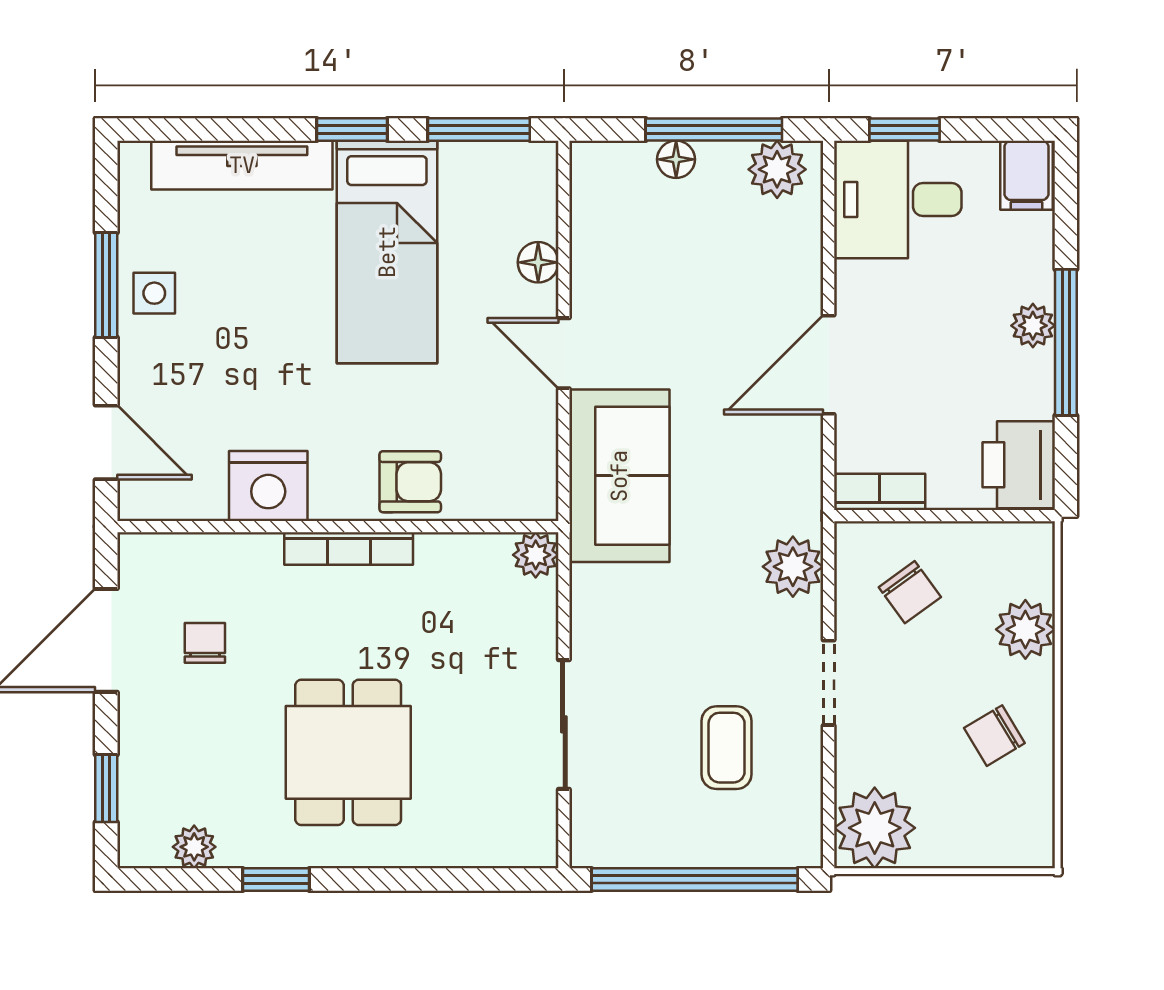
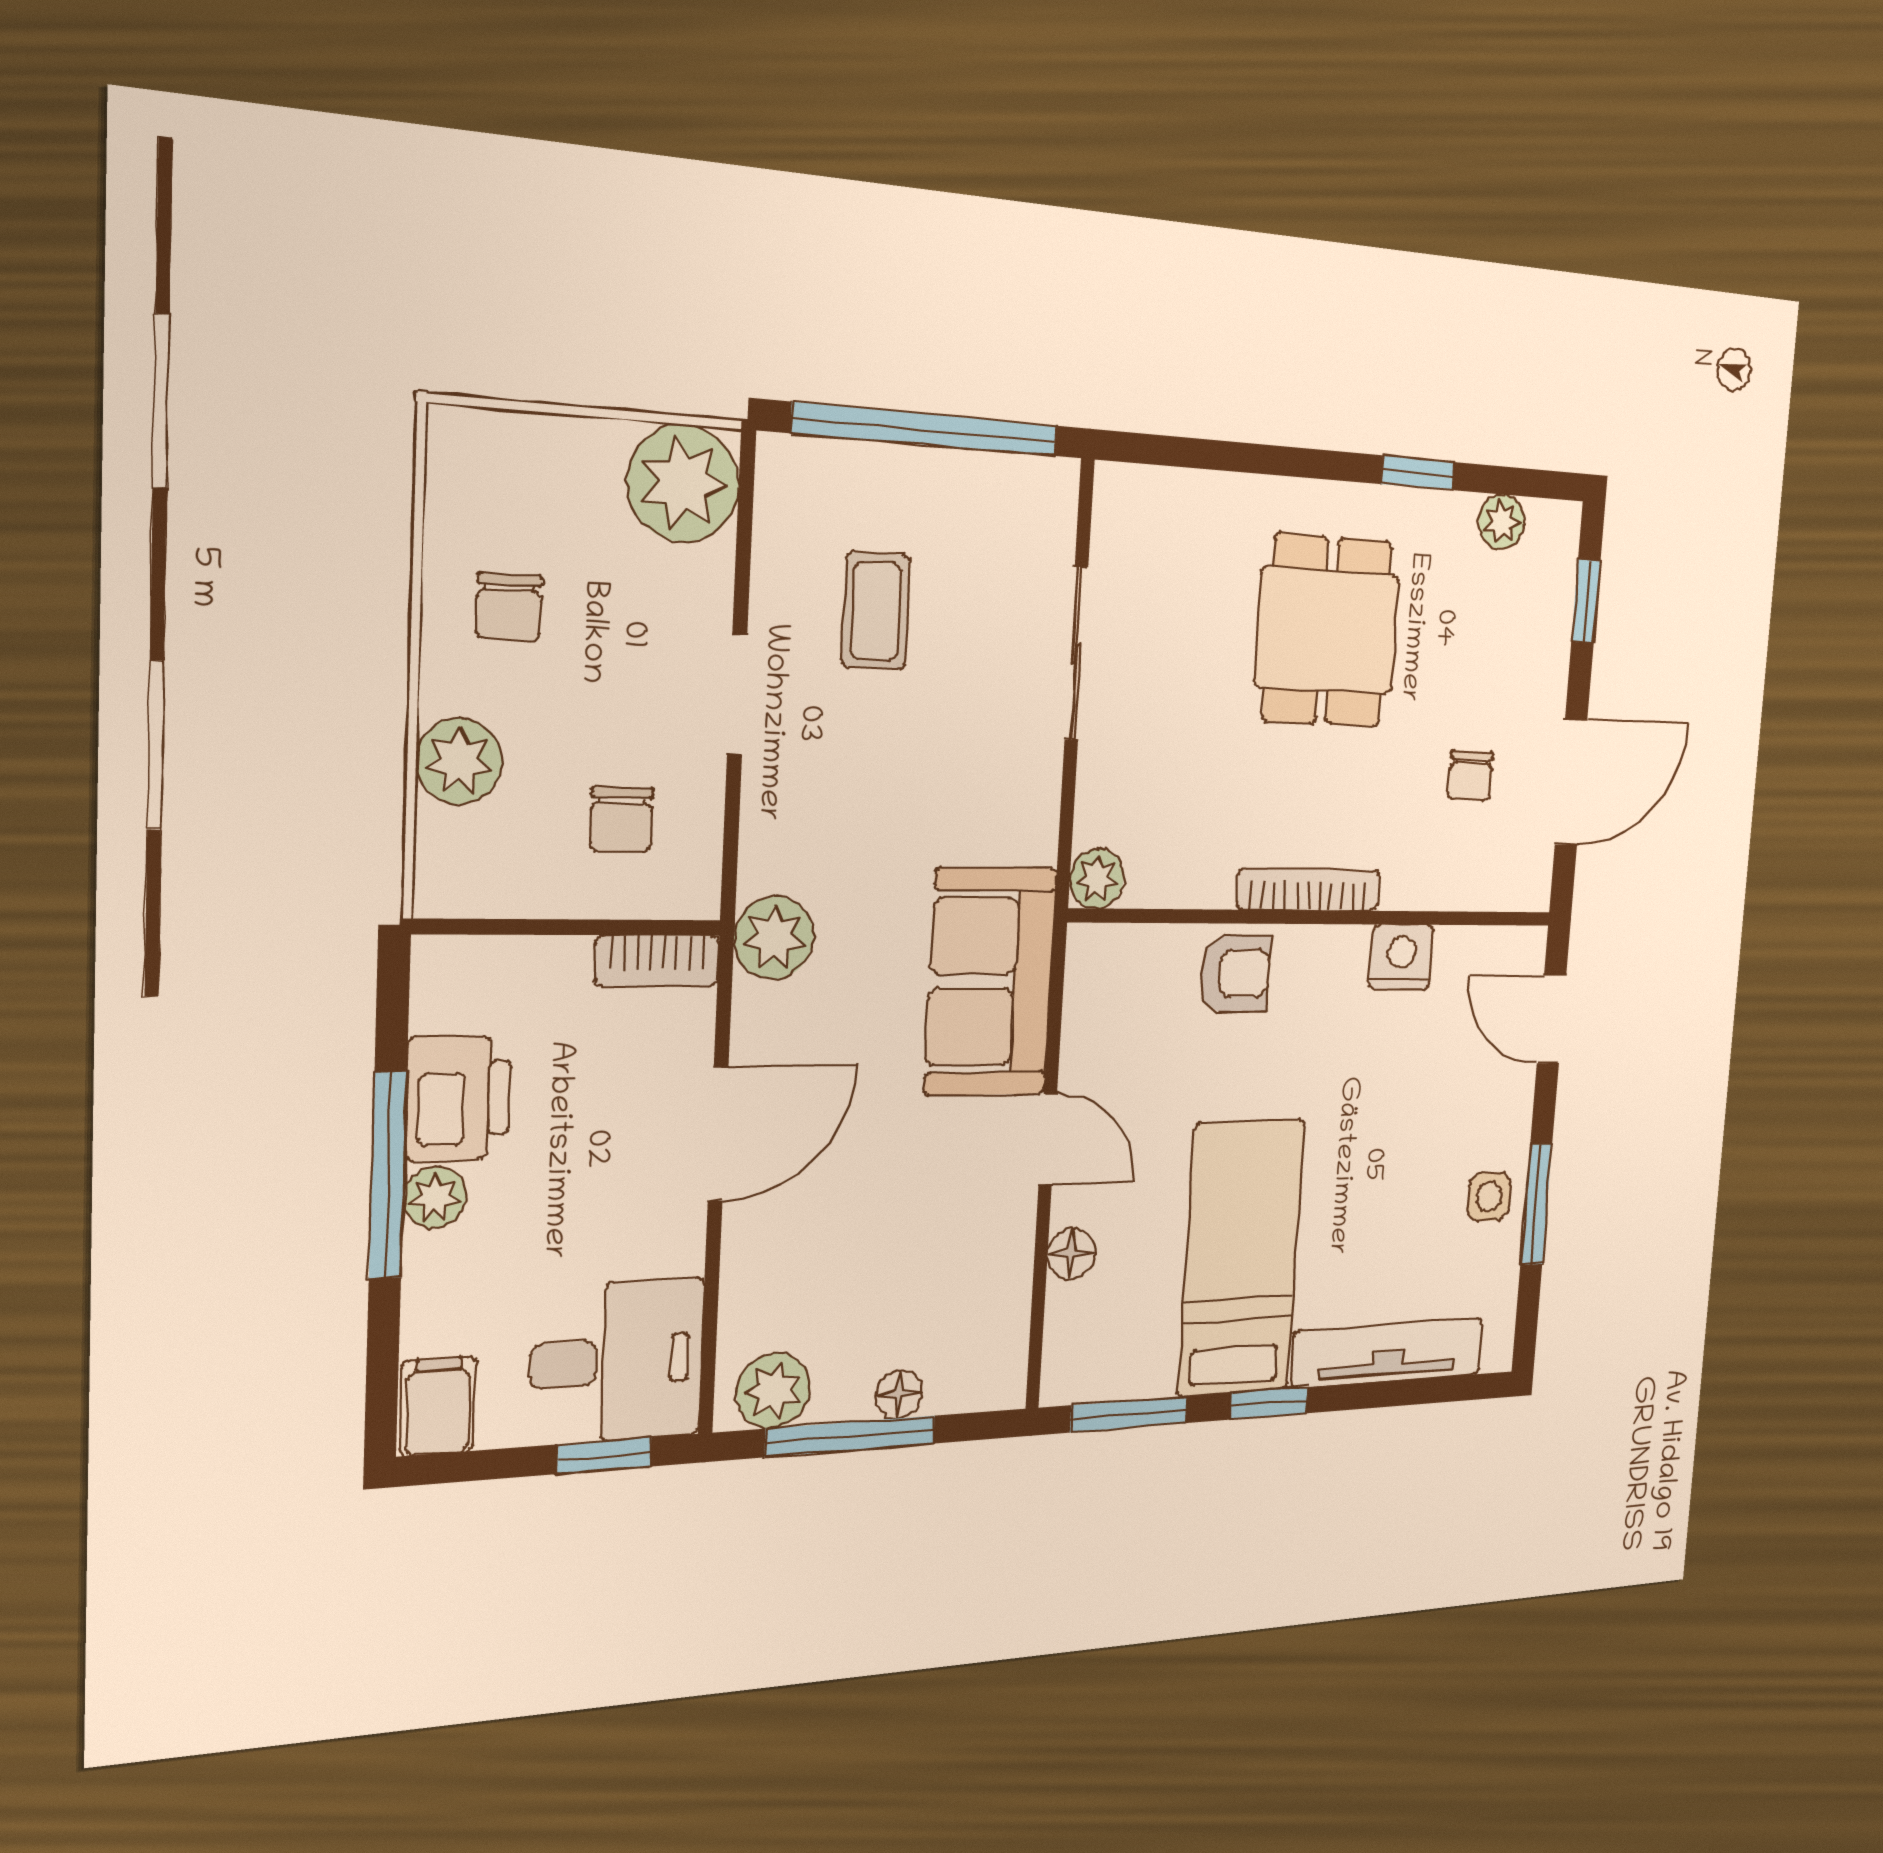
printer: (1019, 465) -> (458, 1098), moved
armchair: (410, 482) -> (1235, 973), turned 180
nightstand: (268, 486) -> (1401, 957), width x0.74, depth x0.75
plant: (793, 567) -> (774, 938), moved
chair: (910, 592) -> (621, 819), turned -144
chair: (994, 736) -> (509, 607), turned 121

